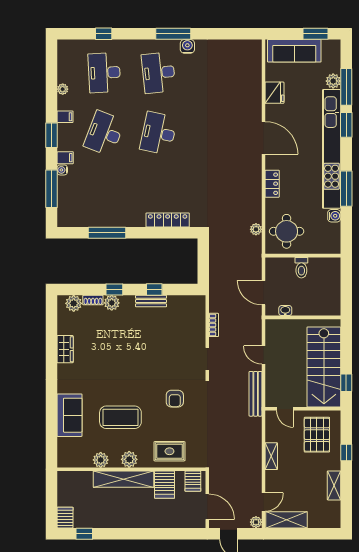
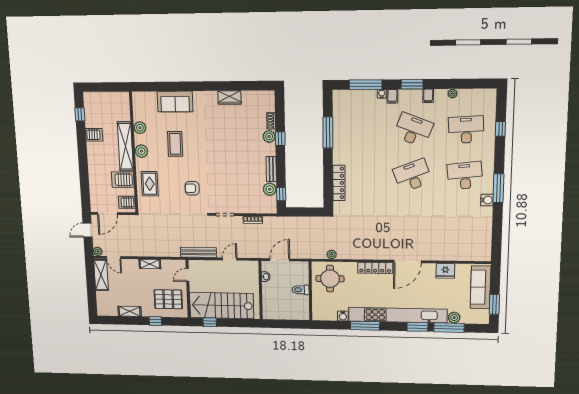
desk: (158, 133) -> (413, 176), turned -33
locker: (272, 184) -> (375, 268), width x1.53
window: (154, 290) -> (281, 194), moved
plant: (74, 303) -> (270, 189), moved
coffee table: (120, 417) -> (175, 144), width x0.73, depth x0.76
server rack: (65, 518) -> (94, 135), moved

